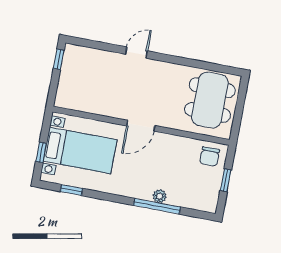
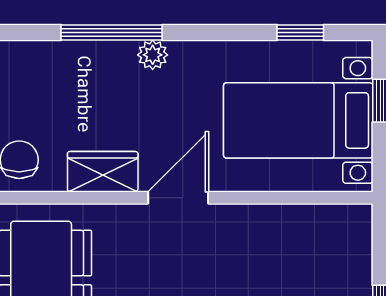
wardrobe: (173, 144) -> (103, 172), added
plant: (160, 196) -> (153, 55), moved

